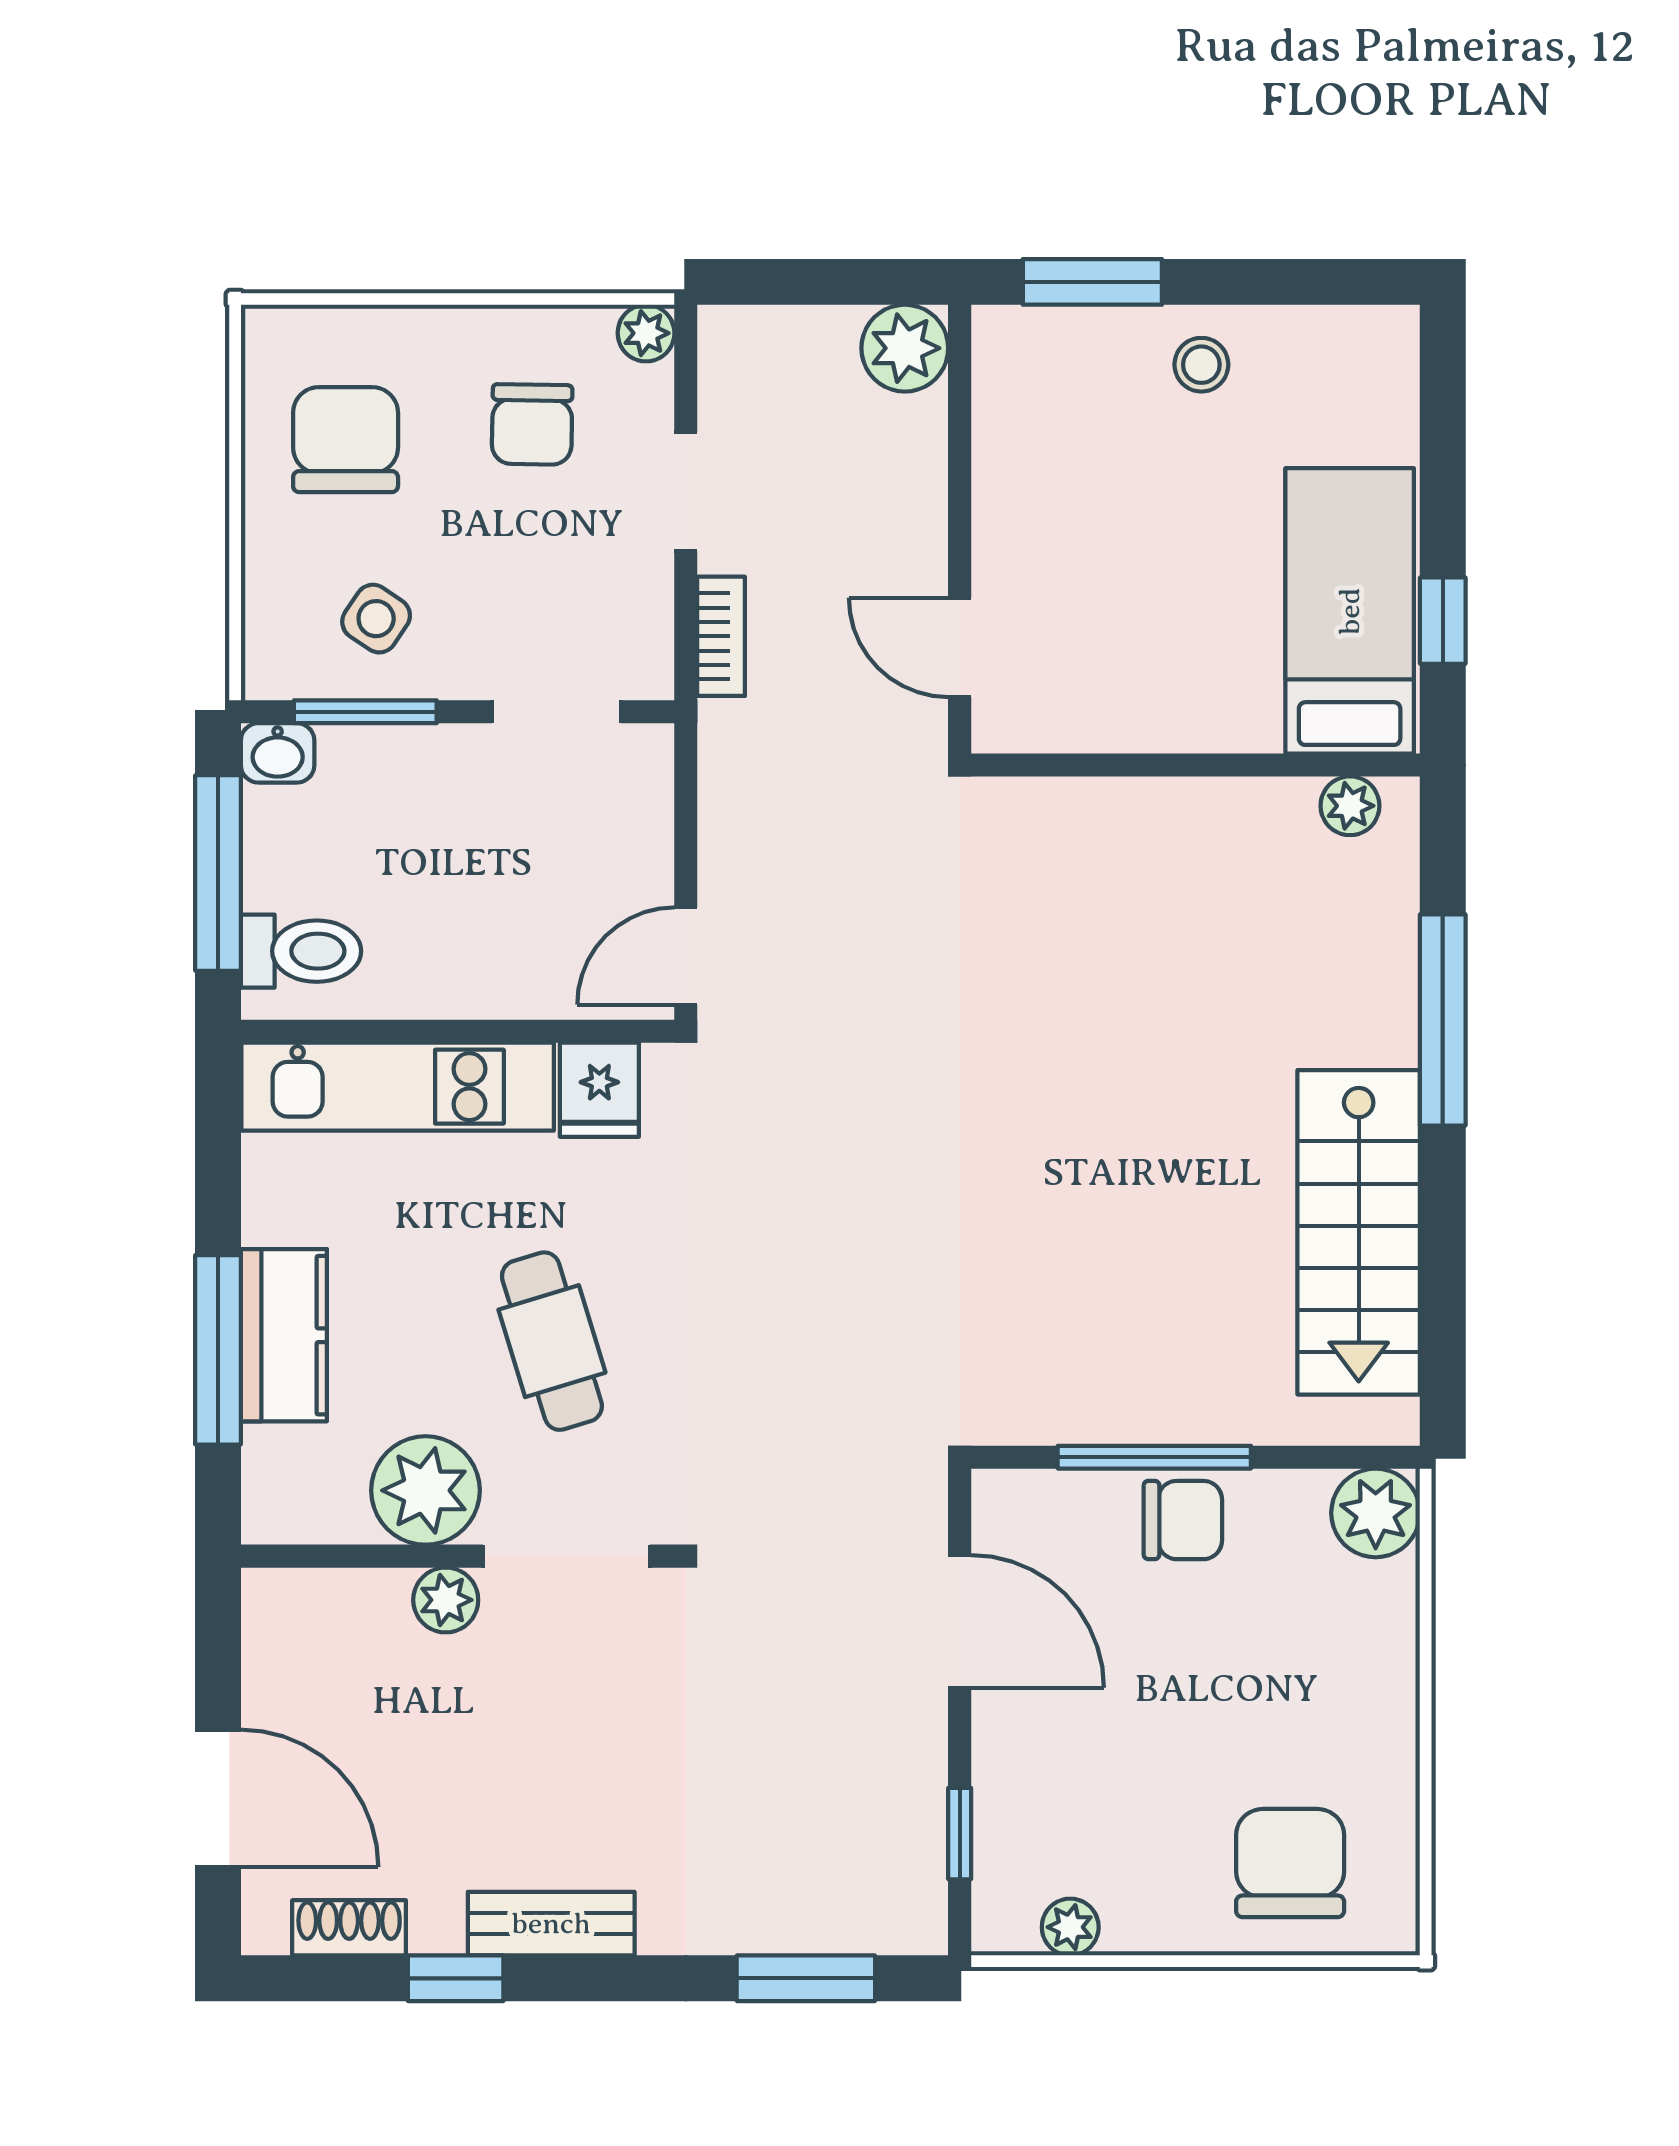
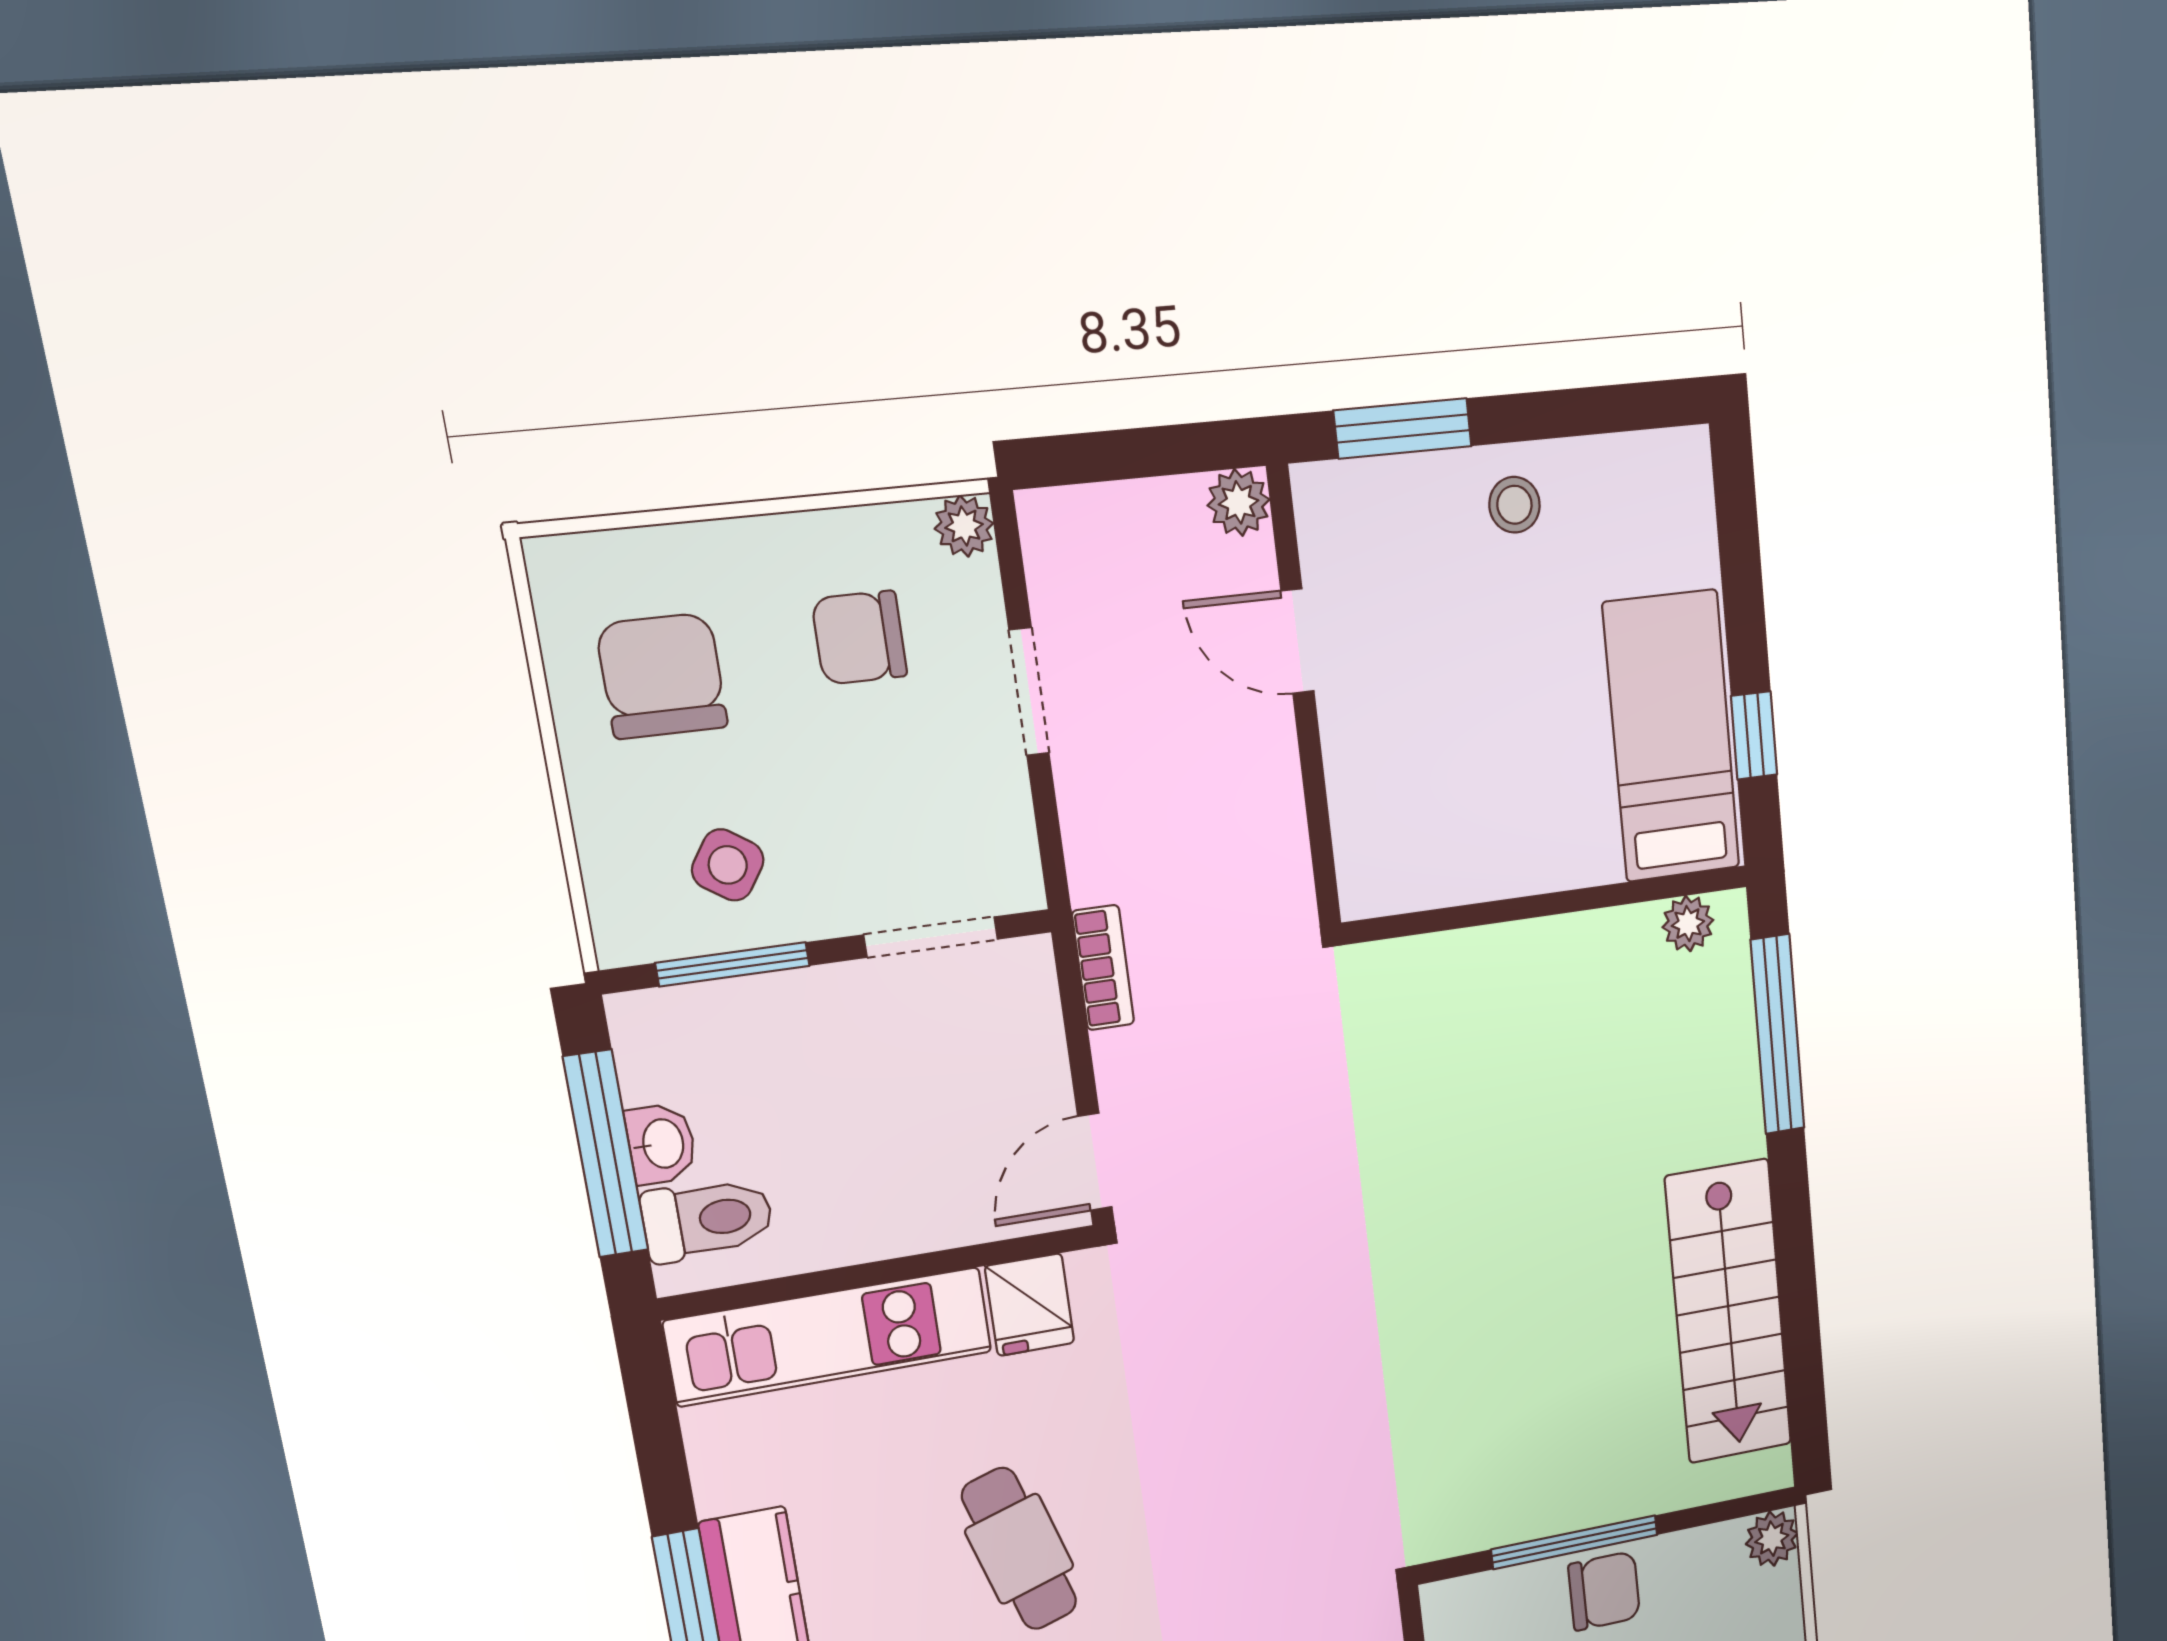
plant: (905, 348) -> (1239, 502), width x0.73, depth x0.73
chair: (532, 424) -> (859, 638), turned 89
bookcase: (721, 636) -> (1103, 968), moved
door: (960, 647) -> (1297, 641), moved
washbasin: (278, 753) -> (661, 1144), moved, turned -90
window: (1443, 1020) -> (1778, 1034), moved
plant: (1376, 1513) -> (1772, 1539), width x0.73, depth x0.73

